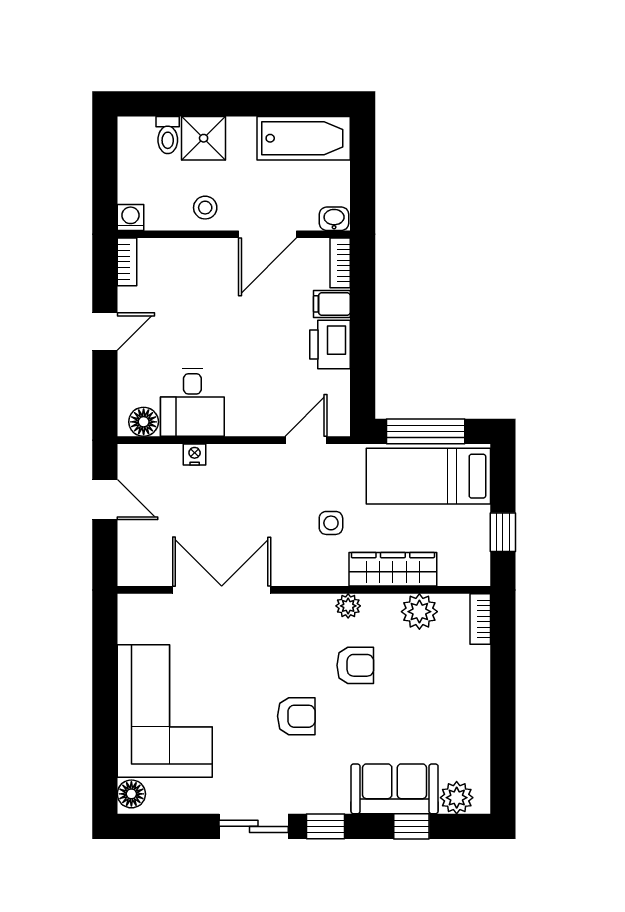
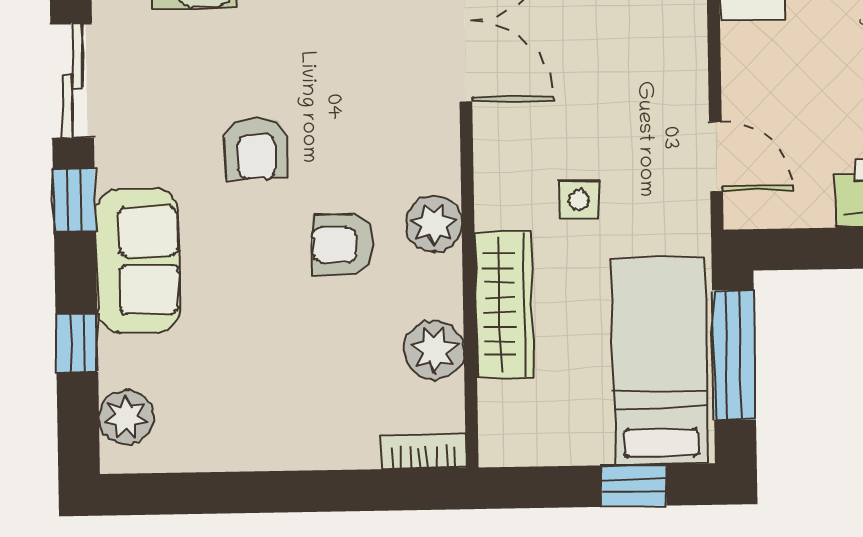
window: (503, 532) -> (634, 485), moved
plant: (348, 606) -> (434, 224), width x1.38, depth x1.38
armchair: (355, 665) -> (343, 245), turned 90
sofa: (395, 789) -> (138, 260), moved

